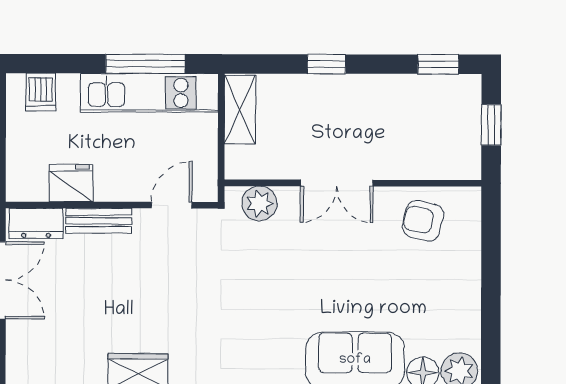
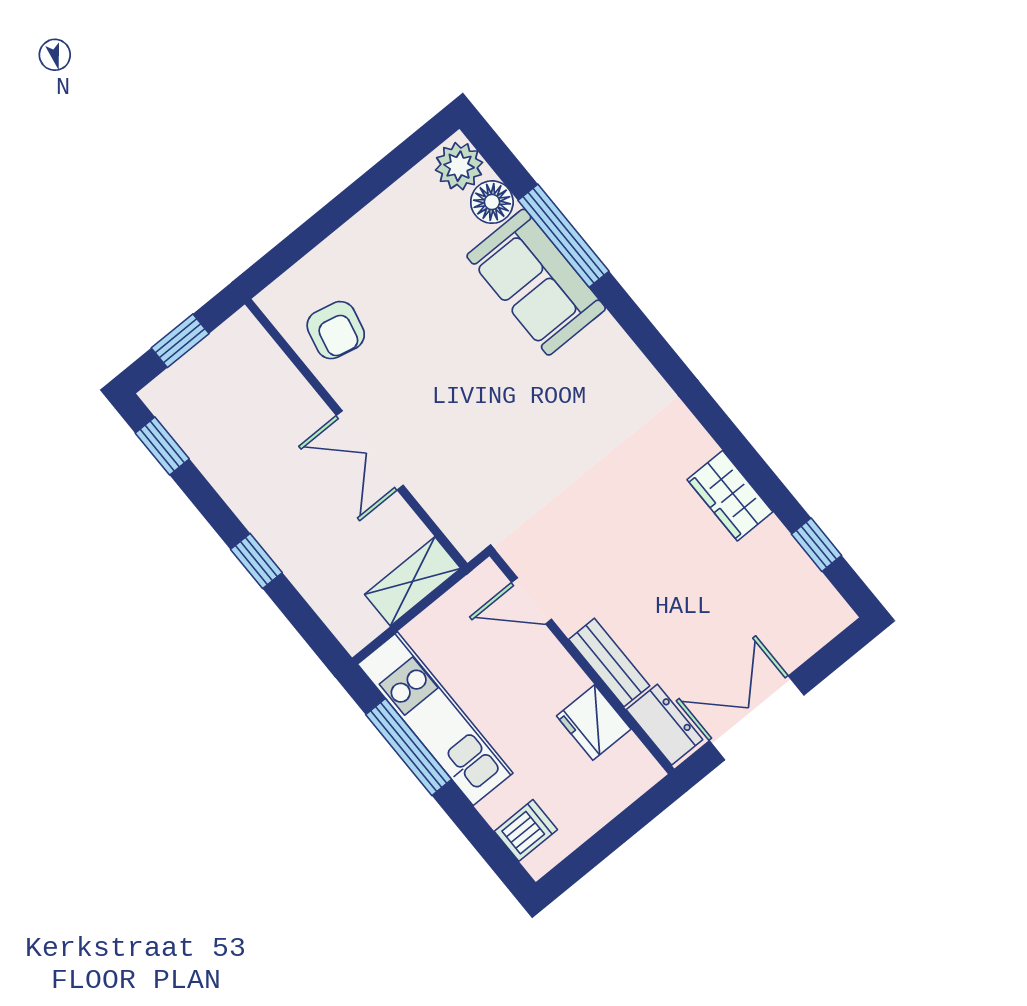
shelving: (240, 110) -> (413, 581), moved
double door: (337, 183) -> (370, 450), swing flipped
plant: (259, 203) -> (456, 512), removed

